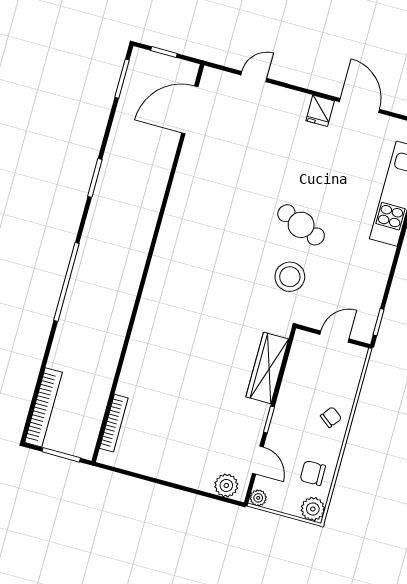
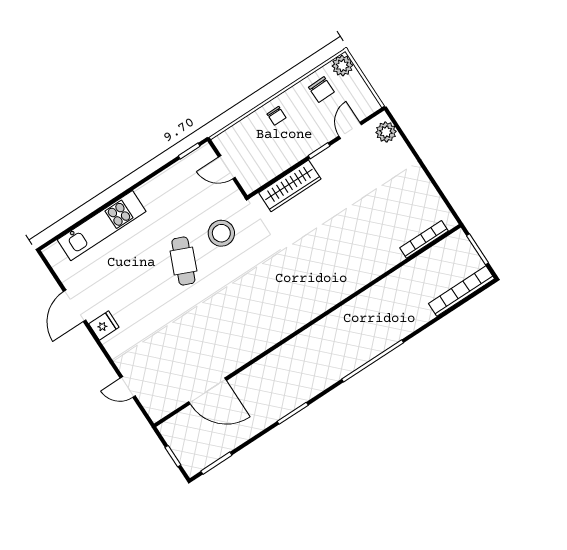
door: (190, 110) -> (207, 391), moved
chair: (331, 417) -> (277, 116), turned -128
plant: (258, 498) -> (372, 105), removed

